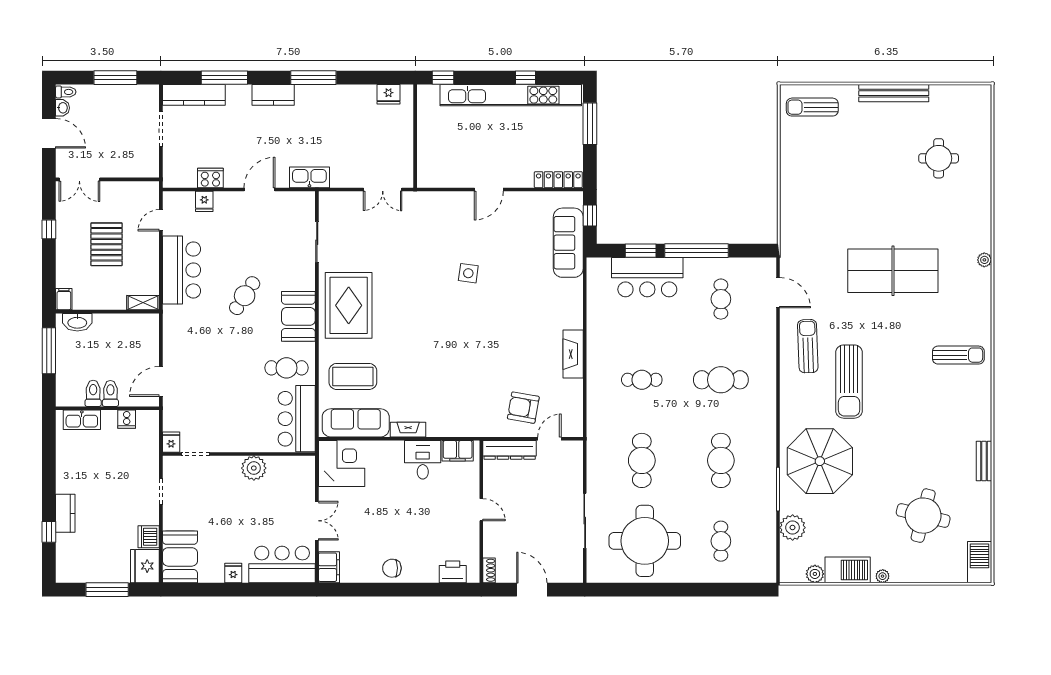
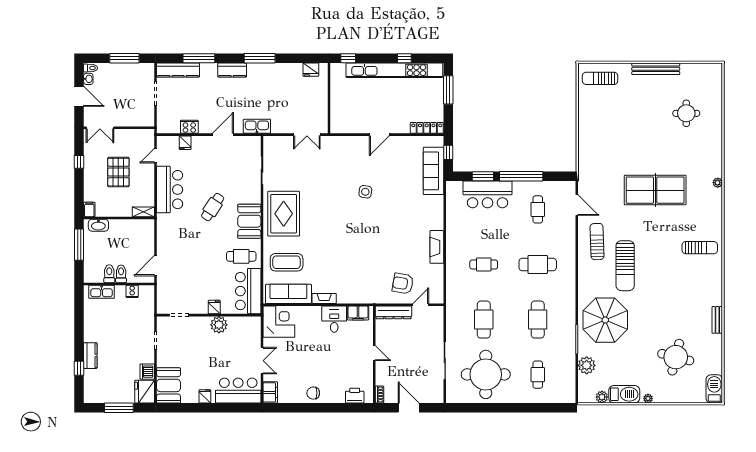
fridge: (171, 442) -> (214, 307), moved

